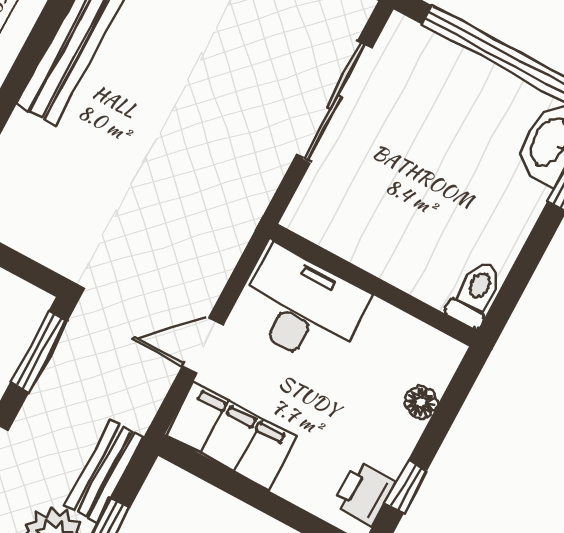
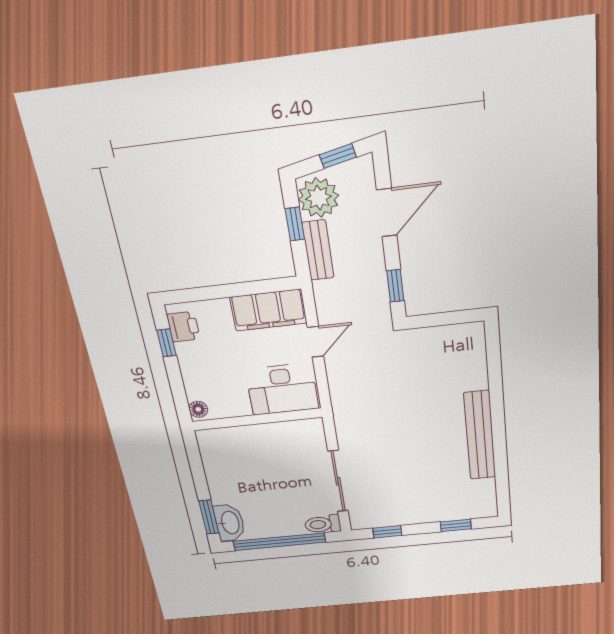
toilet: (475, 294) -> (323, 524), moved, turned 90
window: (39, 351) -> (395, 286), width x0.67
floor lamp: (421, 402) -> (198, 409), moved

